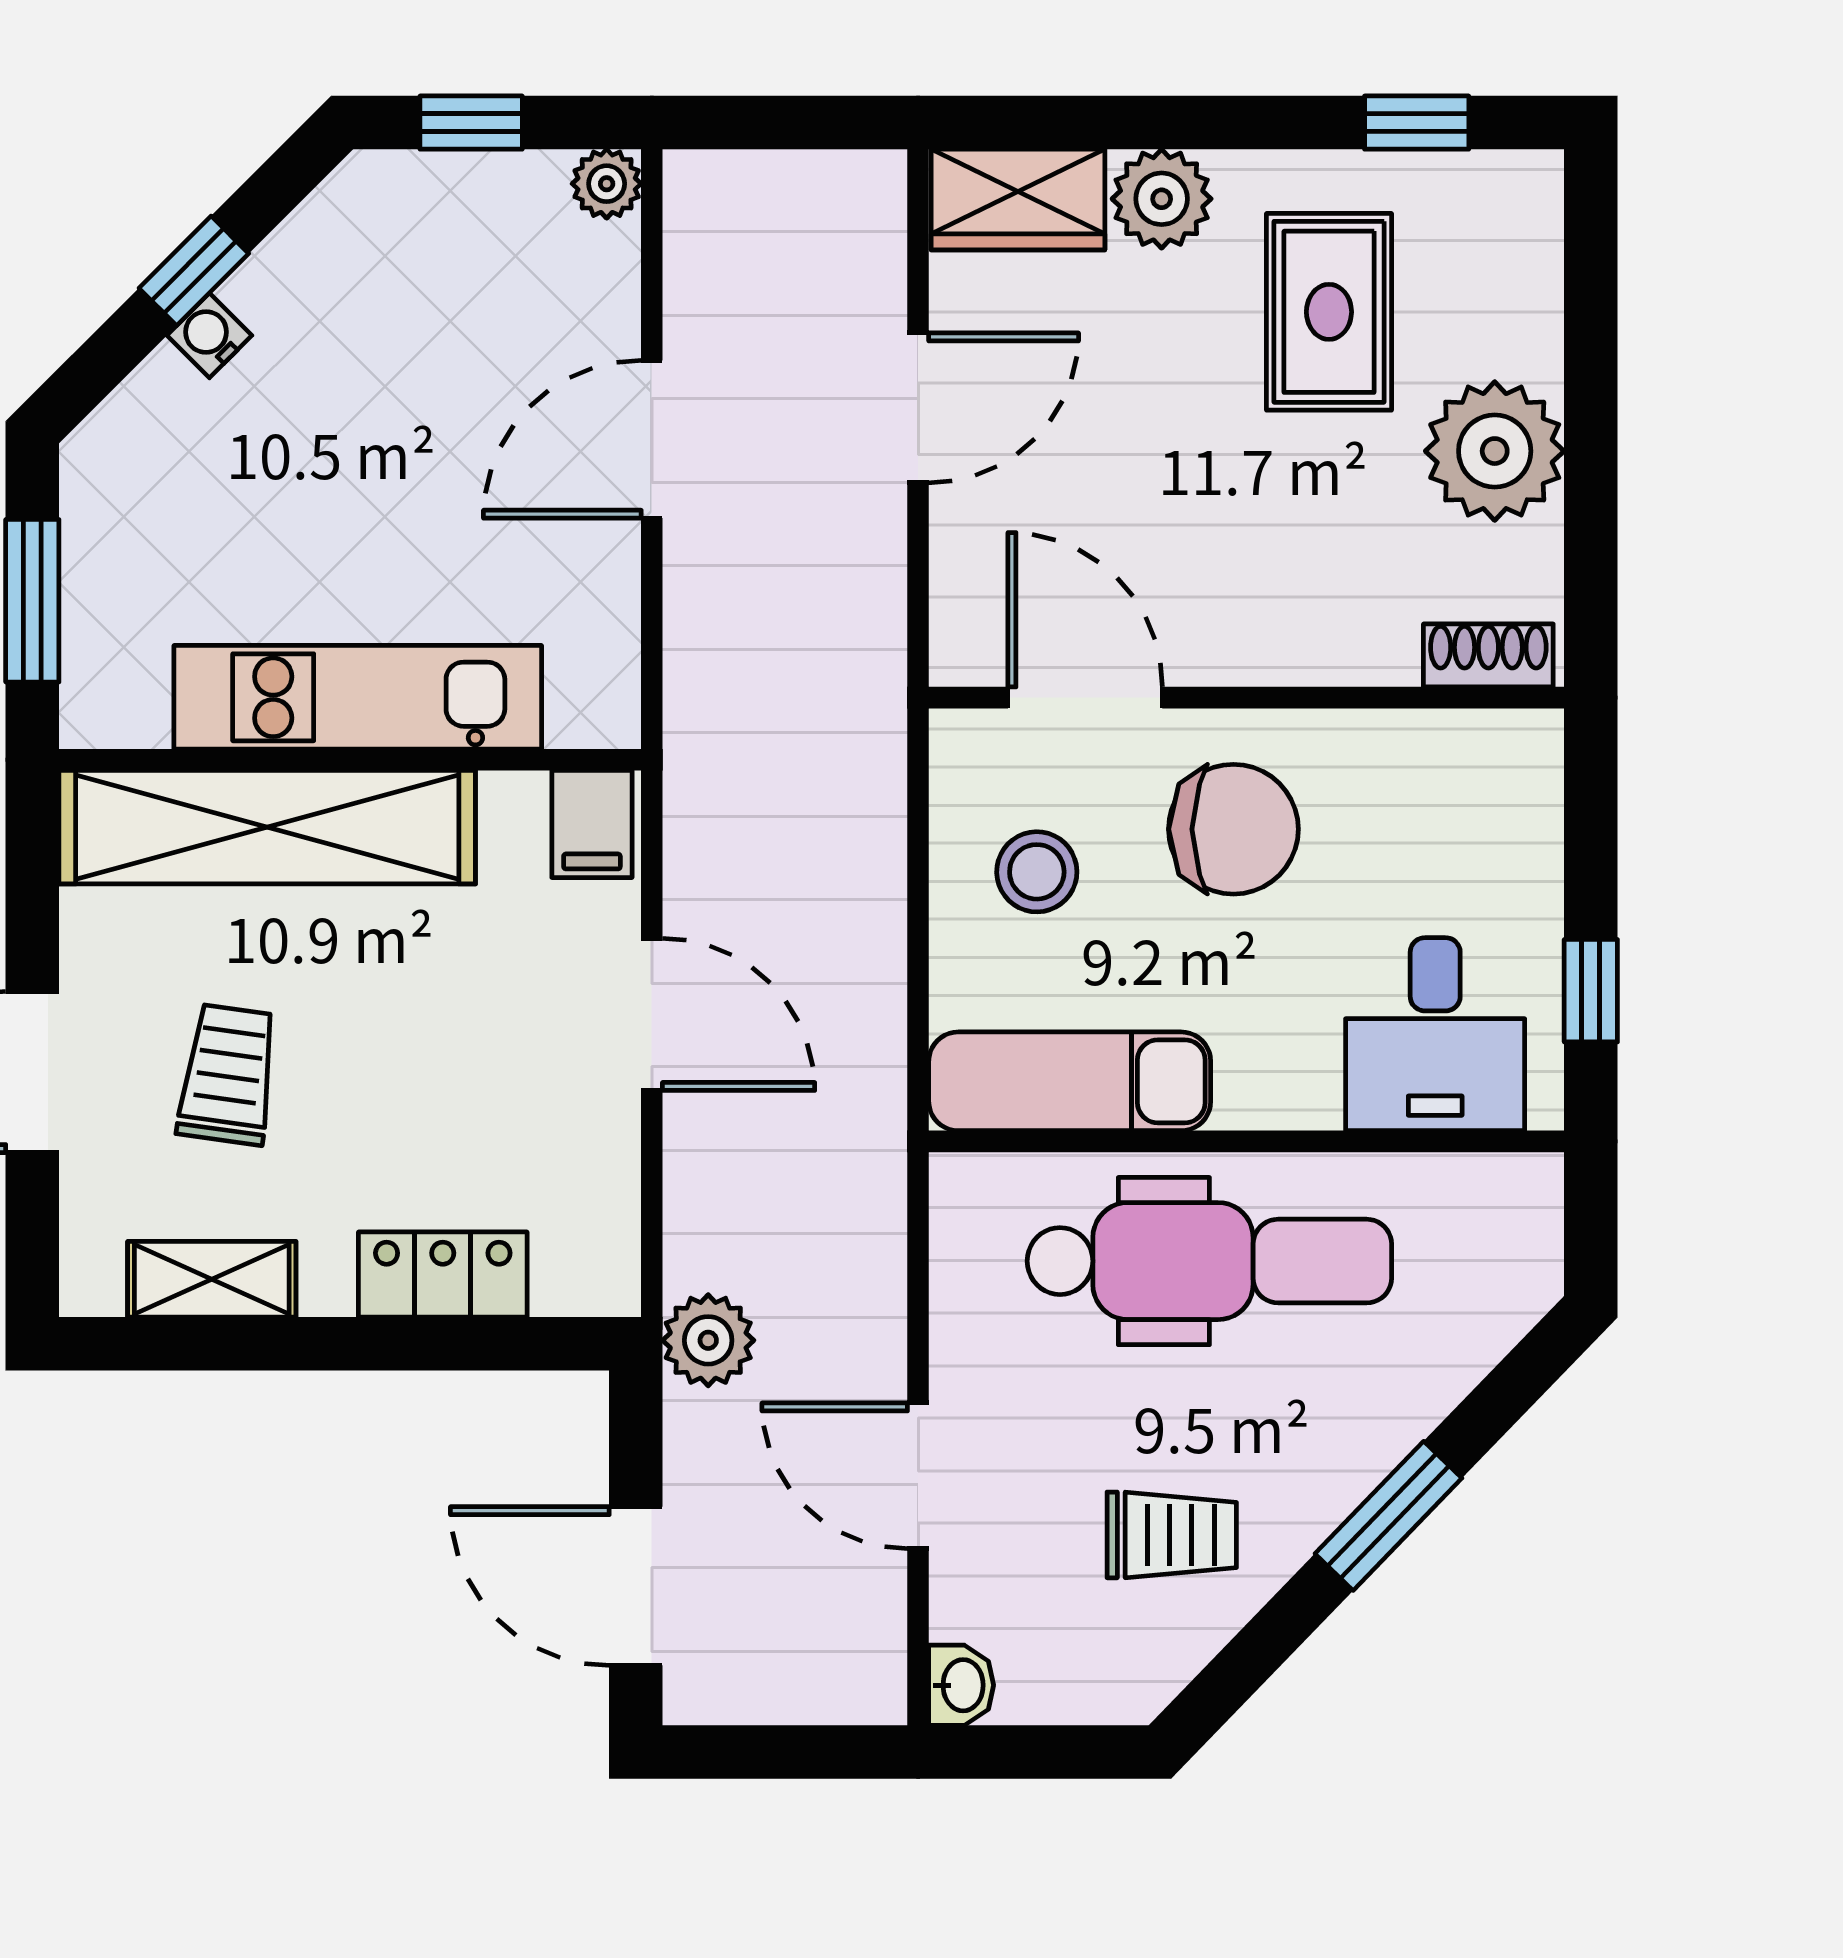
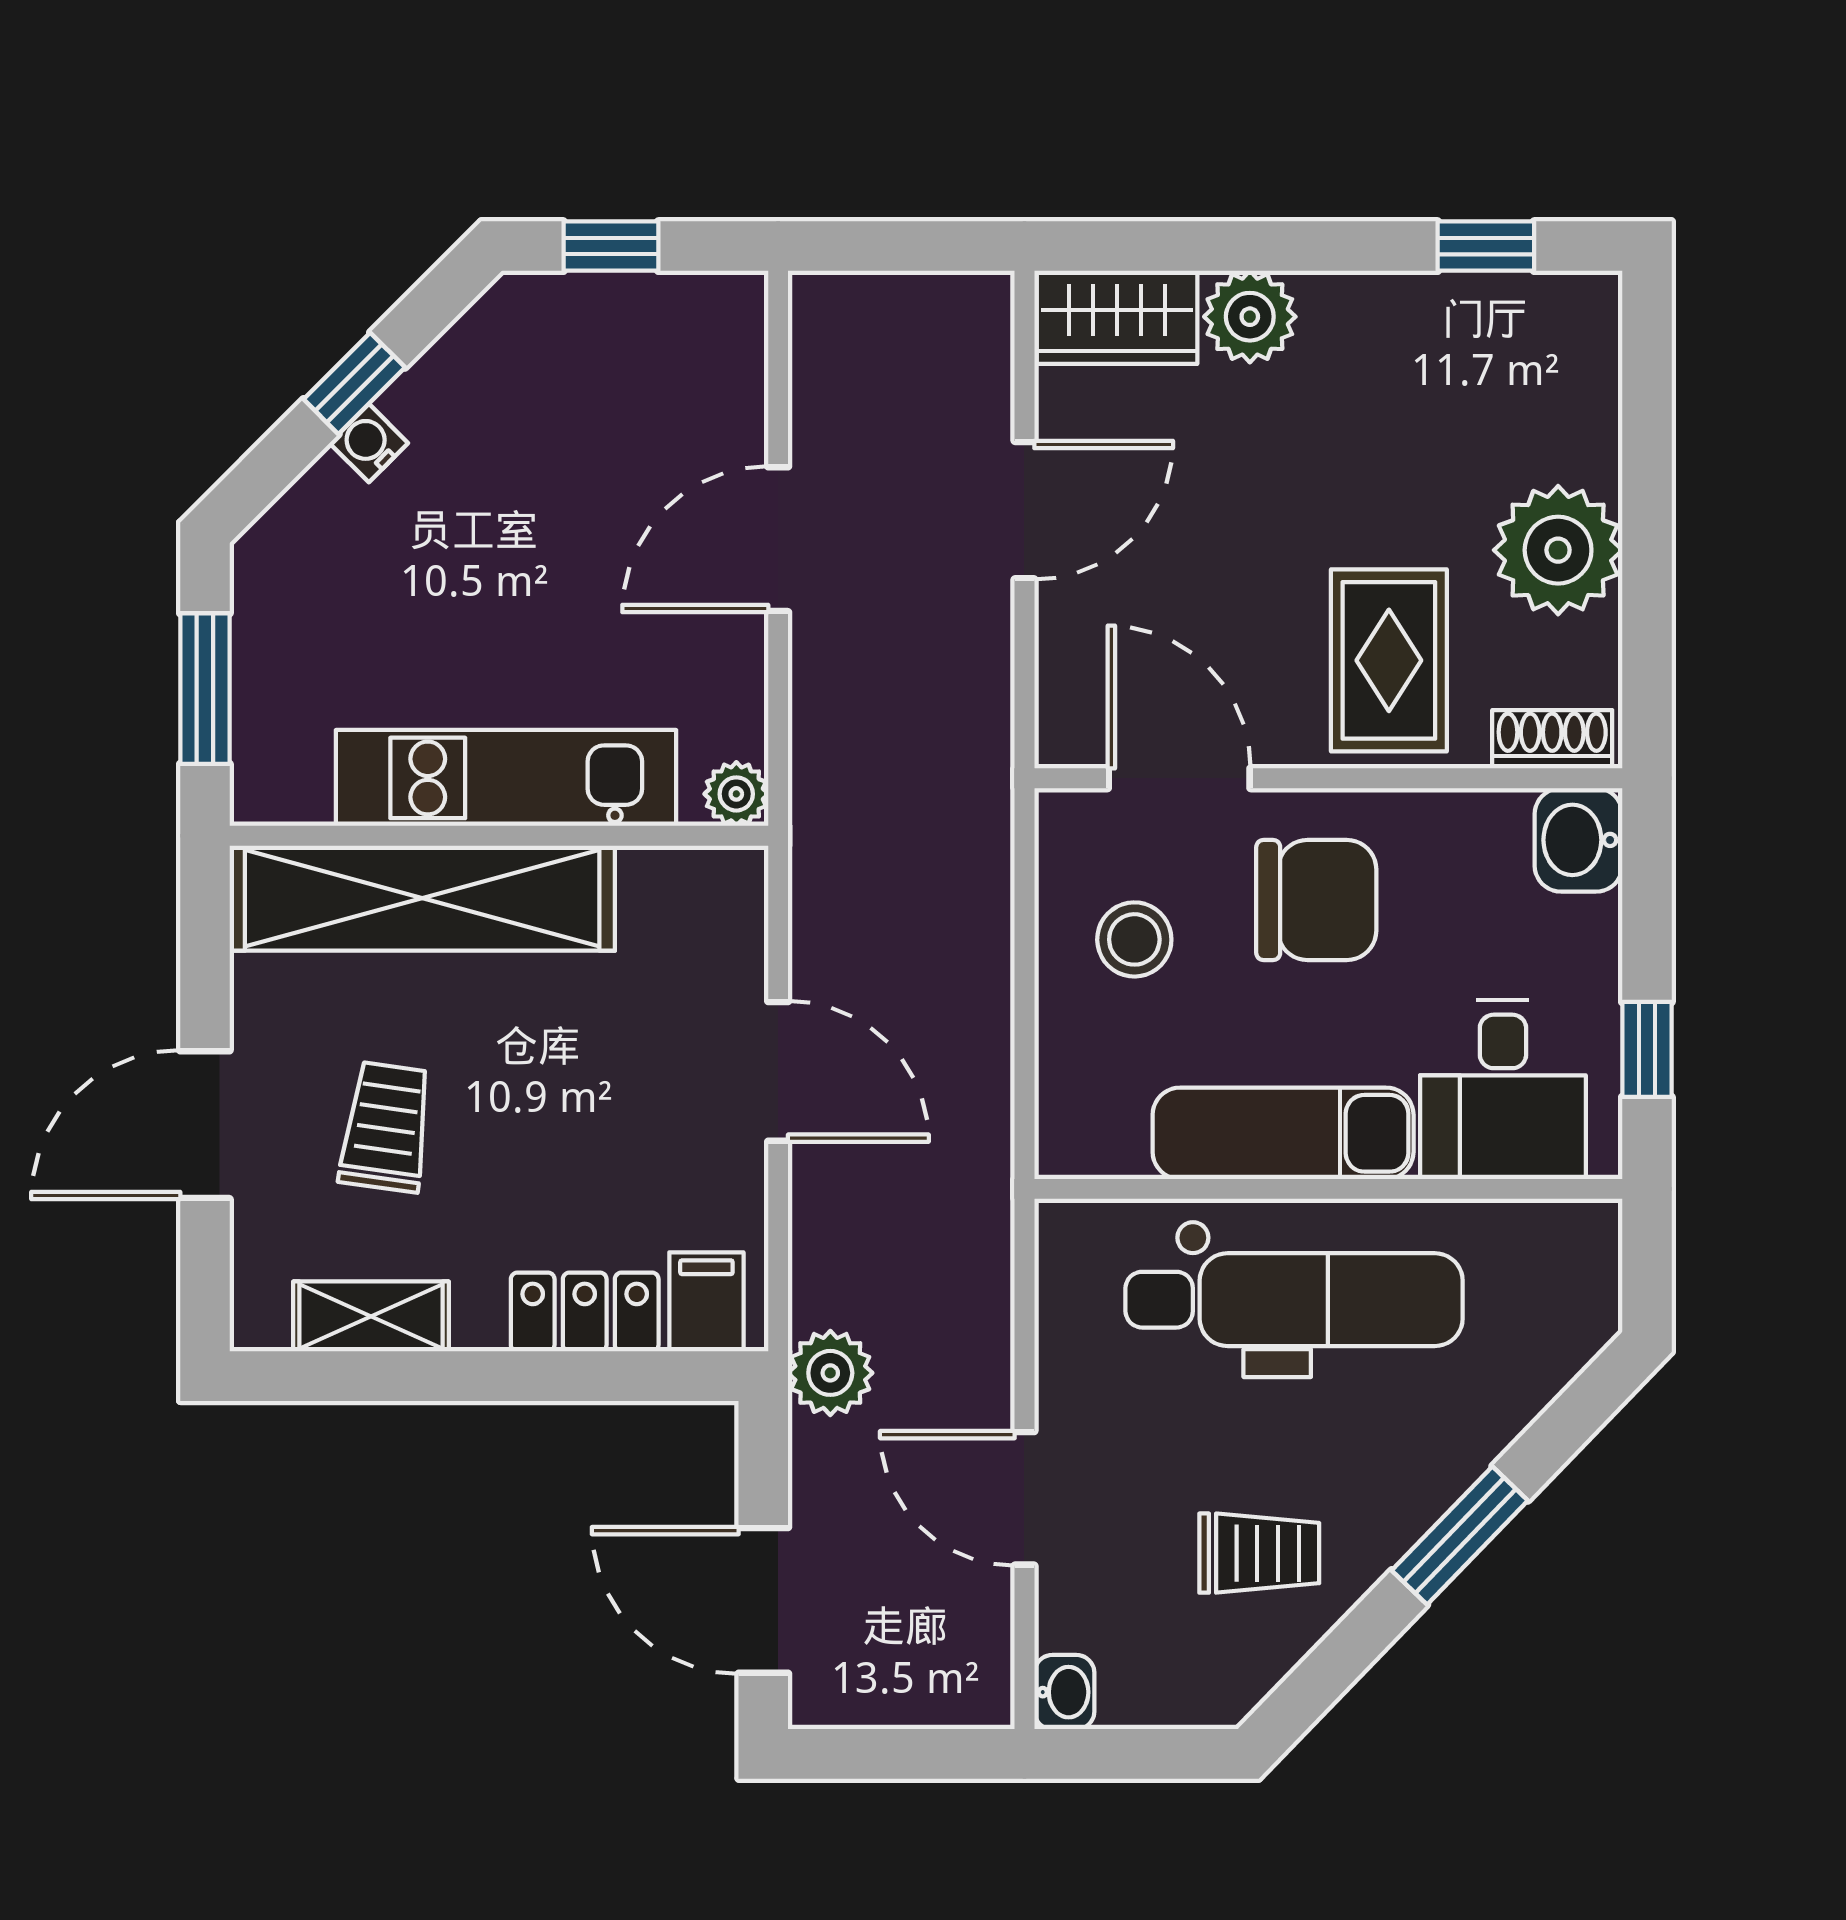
plant: (607, 184) -> (736, 794), moved
rug: (1329, 312) -> (1389, 660), moved
washbasin: (1517, 764) -> (1579, 840), added
filing cabinet: (592, 824) -> (706, 1302), moved, turned 180
exam couch: (1070, 1081) -> (1283, 1133), moved

